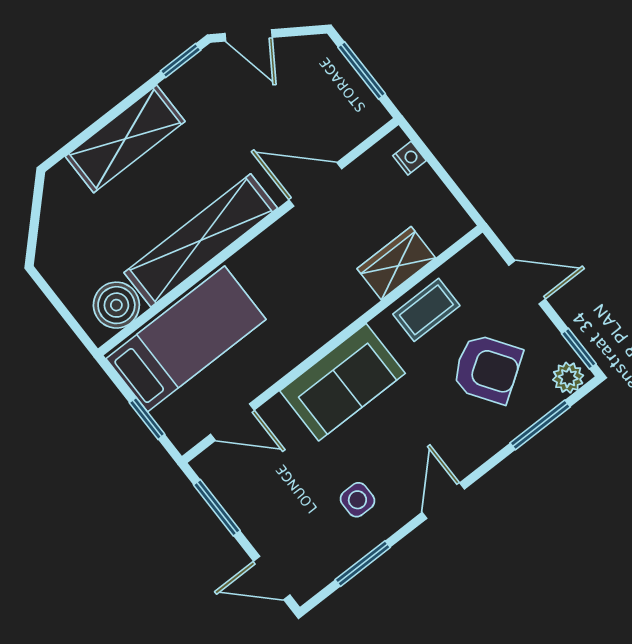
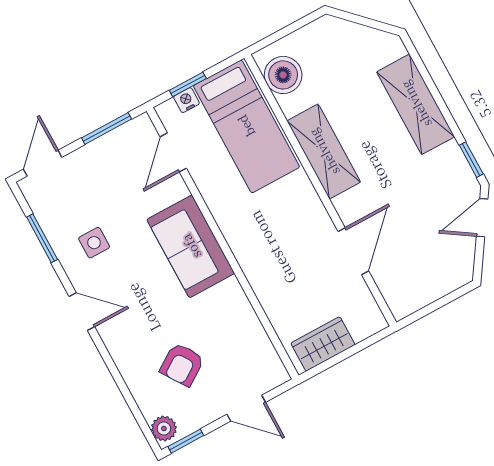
window: (362, 71) -> (439, 304), removed
nightstand: (409, 158) -> (186, 100), moved, turned 180
shelving: (201, 240) -> (324, 152), width x0.68
wardrobe: (396, 263) -> (323, 344), moved, turned -90
door: (527, 282) -> (246, 408), hinge flipped
coffee table: (426, 310) -> (238, 324), removed
armchair: (487, 369) -> (182, 365), width x0.72, depth x0.72
window: (540, 425) -> (130, 400), removed

